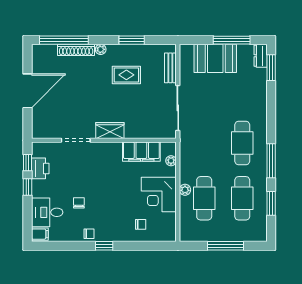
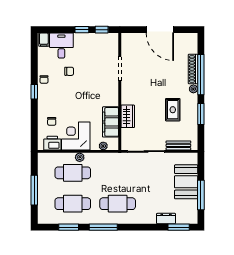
window: (64, 40) -> (201, 75), moved
dresser: (261, 56) -> (166, 219), moved
wardrobe: (110, 131) -> (128, 116), moved
printer: (40, 168) -> (52, 143), moved, turned 180

